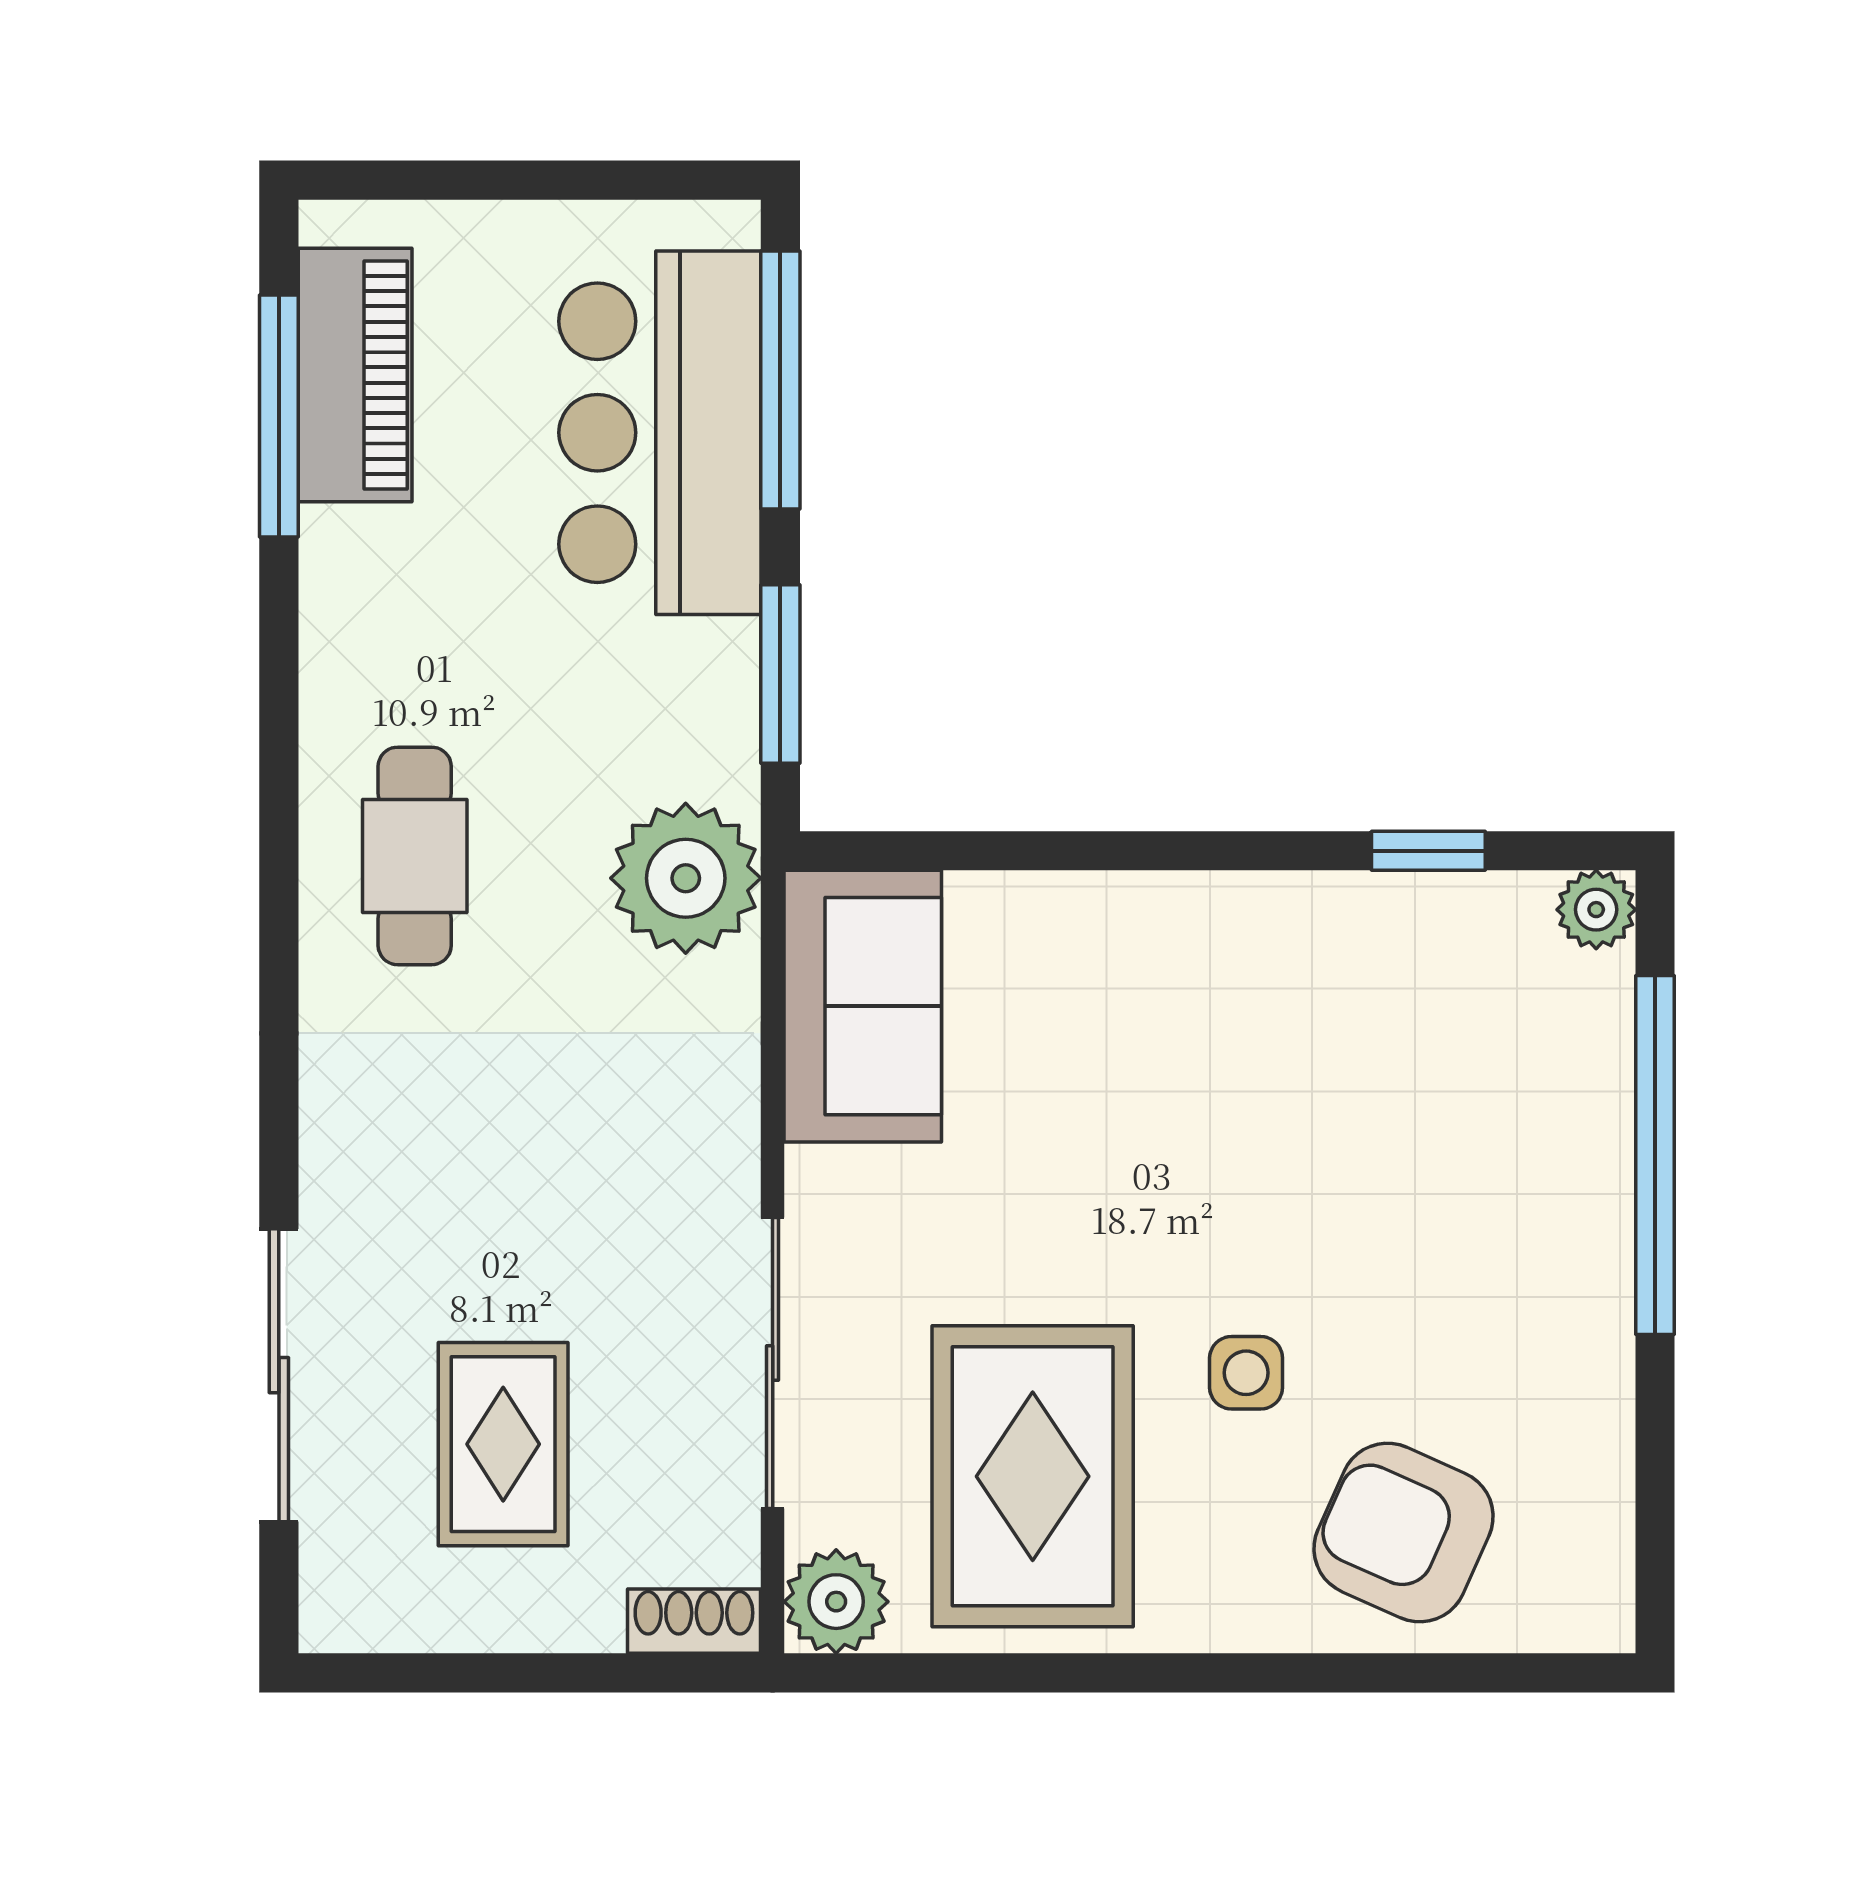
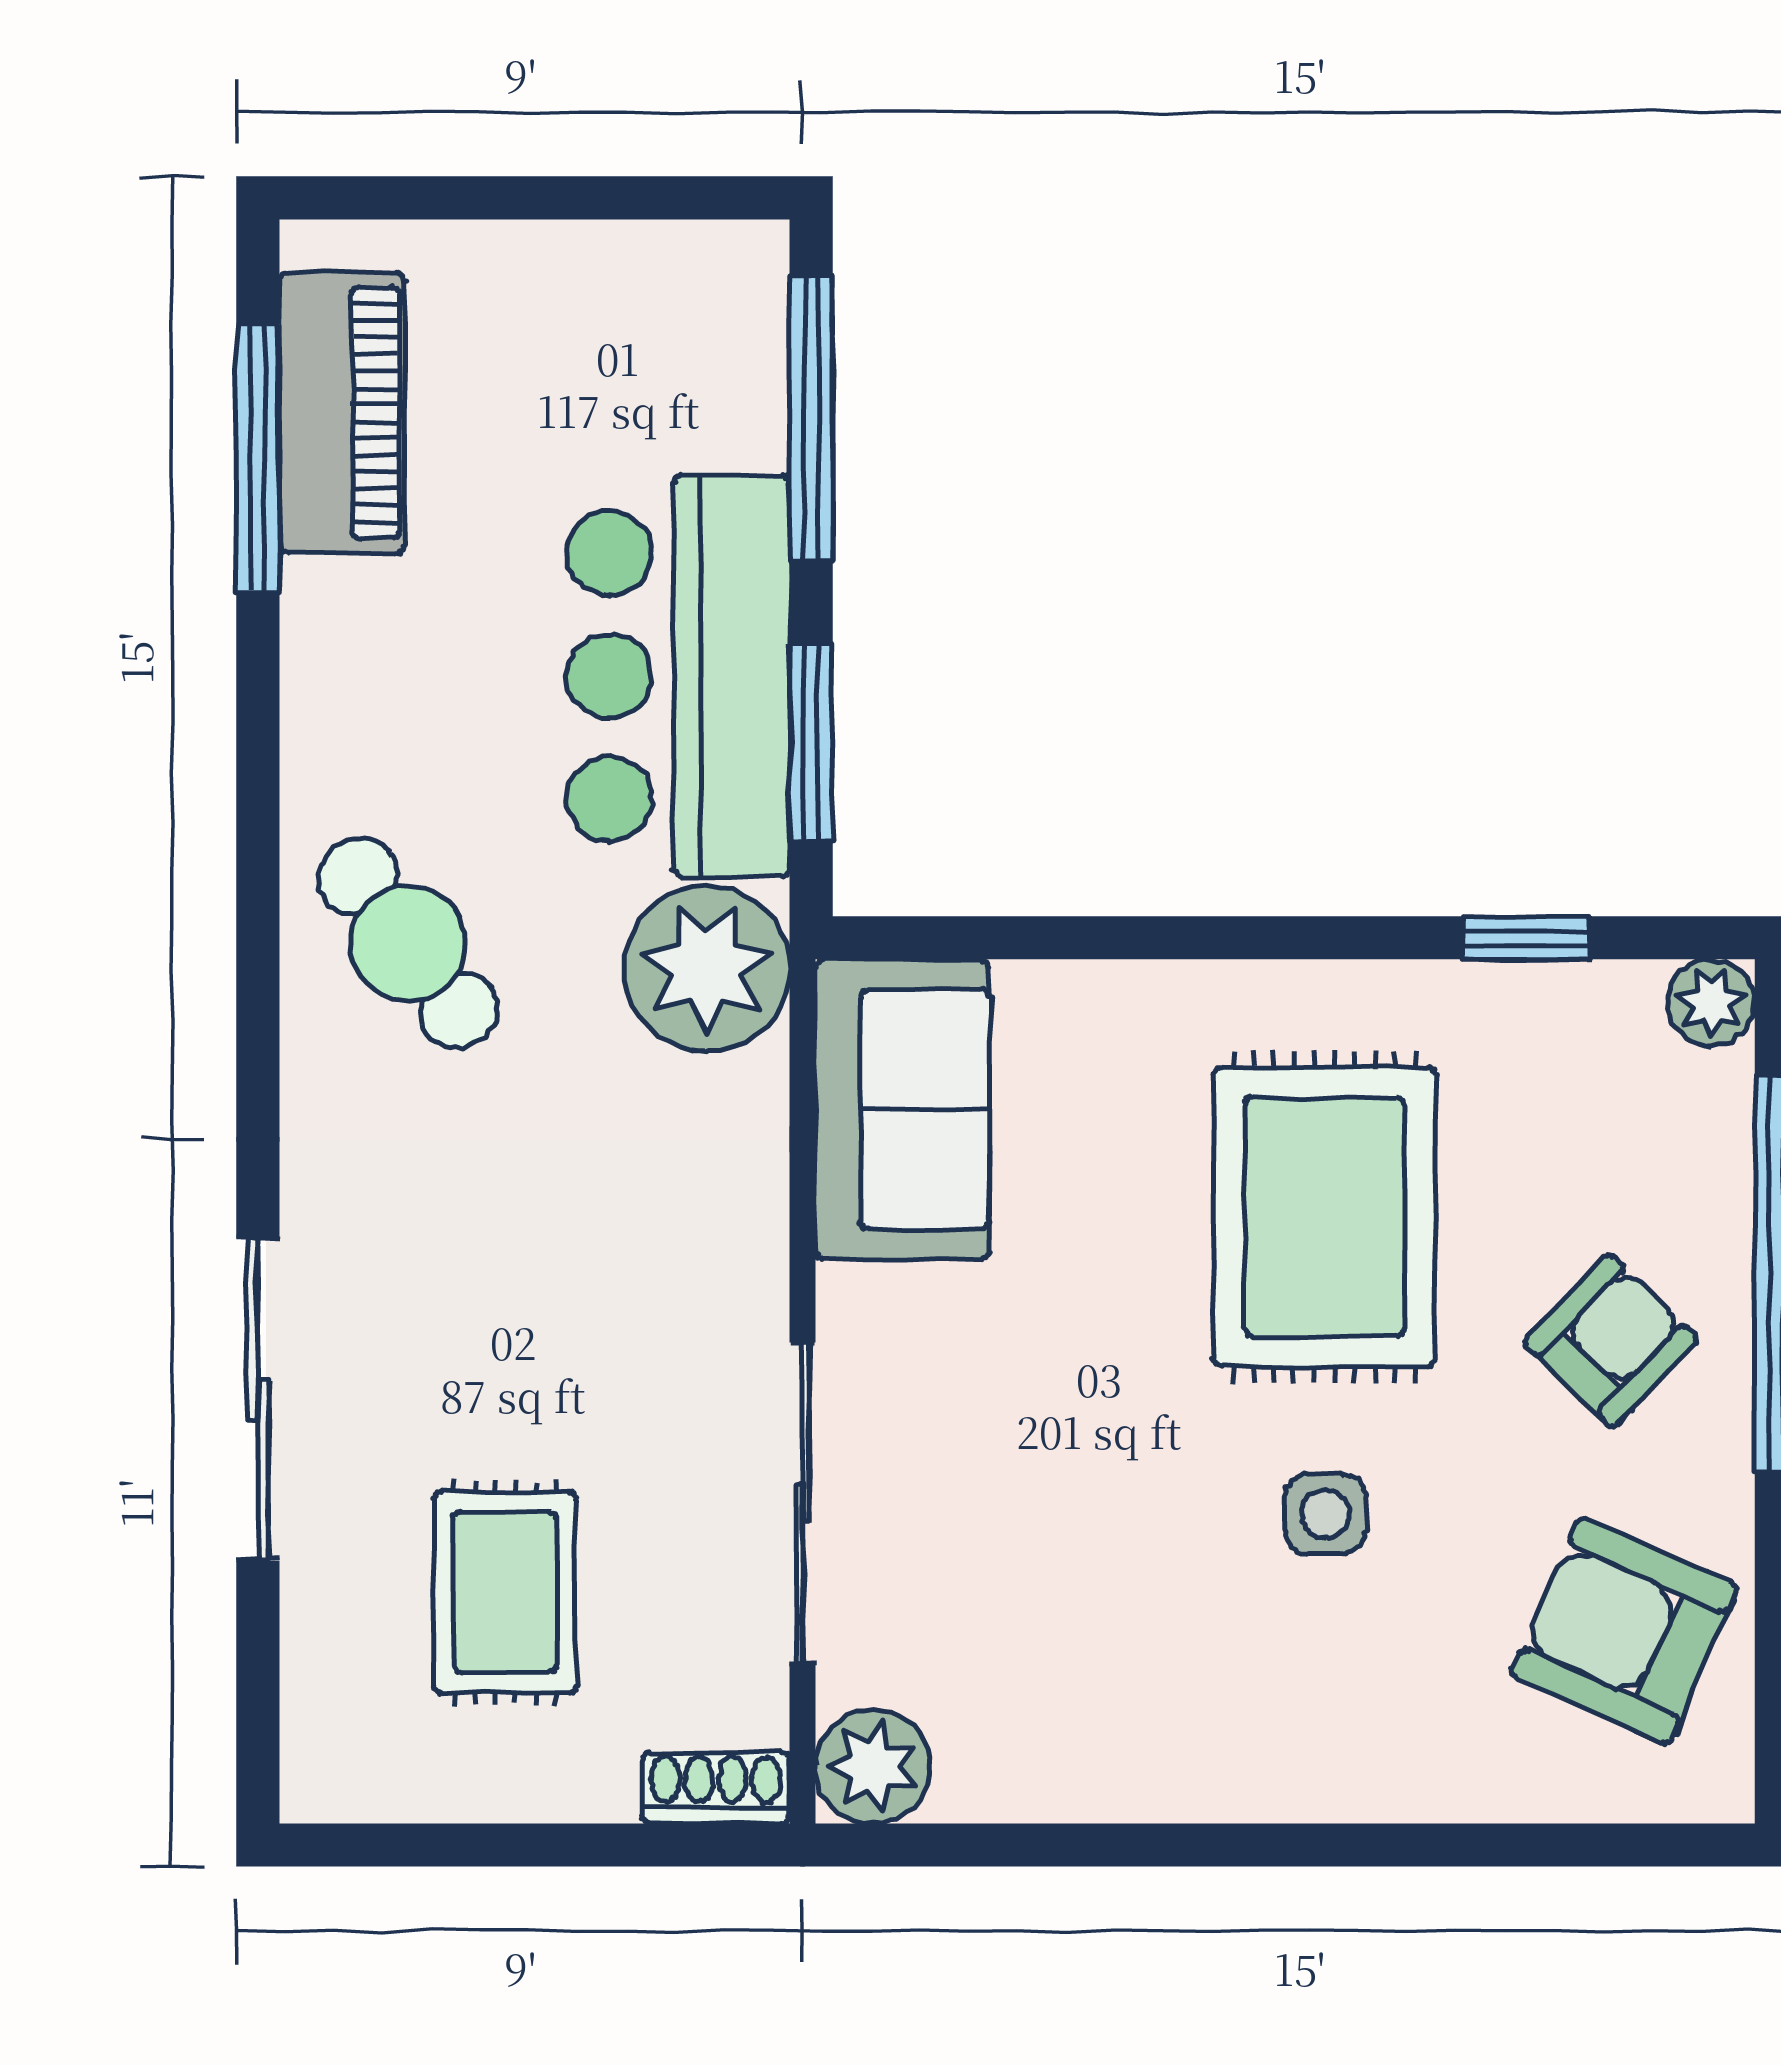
bar counter: (660, 433) -> (678, 676), moved
cafe table: (415, 856) -> (408, 943), turned -37
armchair: (1505, 1216) -> (1611, 1341), added
sliding door: (279, 1375) -> (258, 1399), moved
rug: (1033, 1476) -> (1324, 1217), moved
armchair: (1404, 1533) -> (1624, 1631), moved

